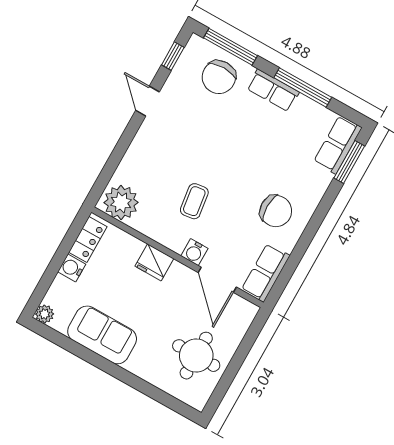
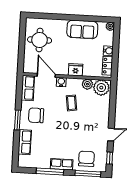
door: (147, 101) -> (111, 135), hinge flipped
row of seats: (338, 145) -> (25, 142), moved
window: (349, 162) -> (18, 120), moved
plant: (145, 223) -> (87, 84), added

